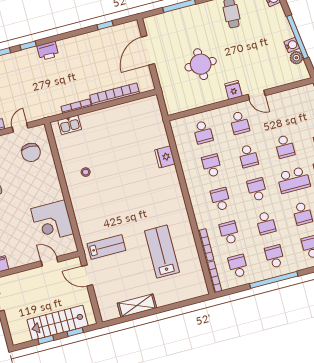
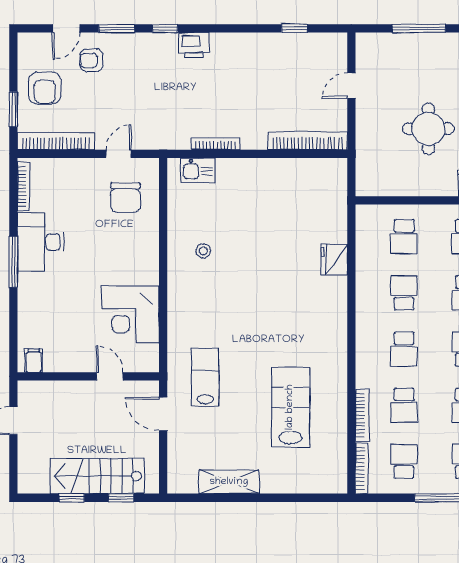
door: (148, 50) -> (351, 86), width x0.53
bookcase: (115, 94) -> (308, 141), moved
school desk: (220, 199) -> (404, 349), turned 180
school desk: (229, 233) -> (404, 405), turned 180
lab bench: (106, 247) -> (205, 377), turned -90

